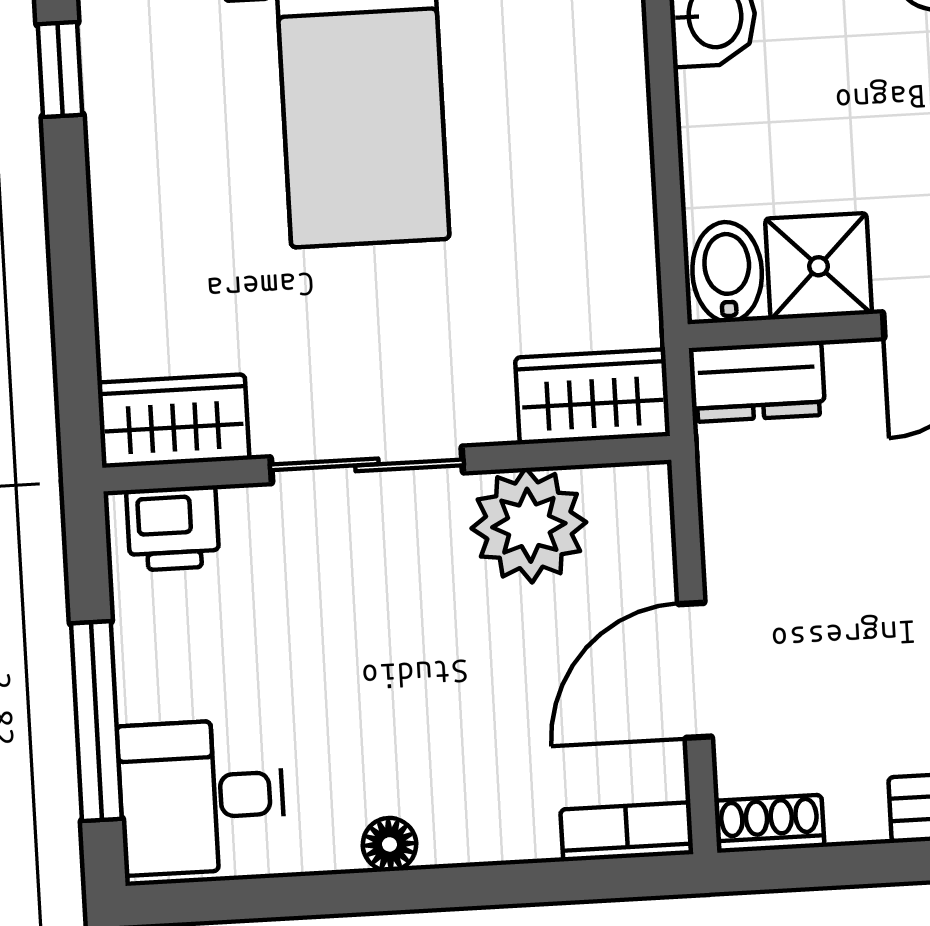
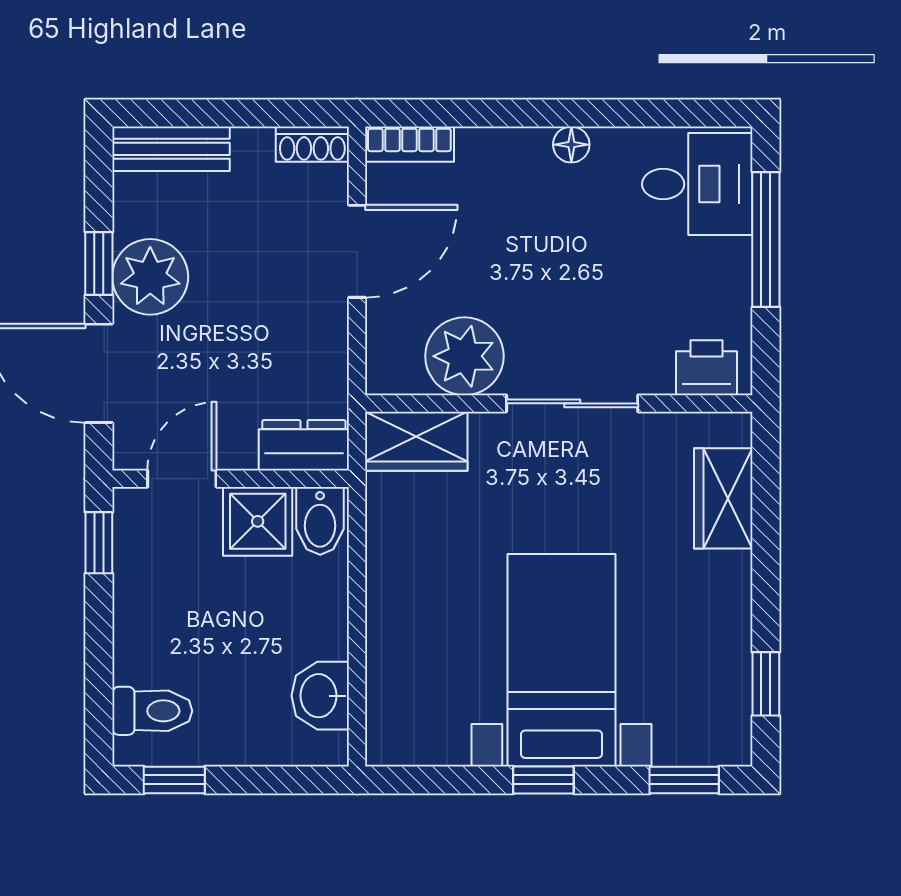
wardrobe: (173, 421) -> (723, 498), moved, turned 90

